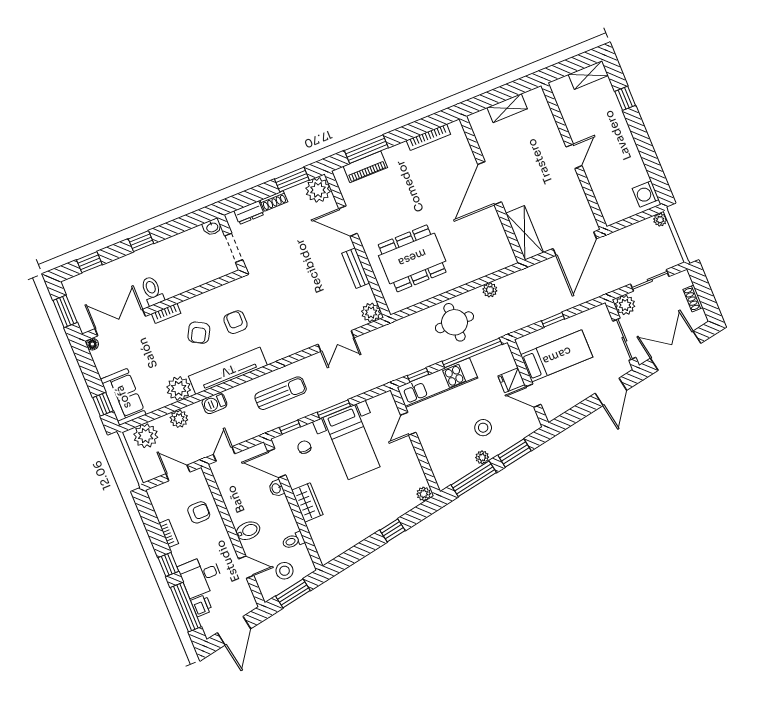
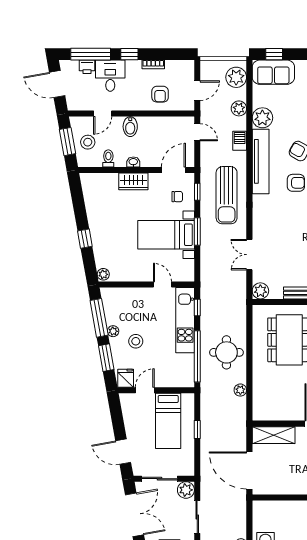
fridge: (511, 380) -> (126, 378), moved
sun lounger: (281, 393) -> (227, 195), width x1.36, depth x1.34
washbasin: (276, 488) -> (133, 162), moved

